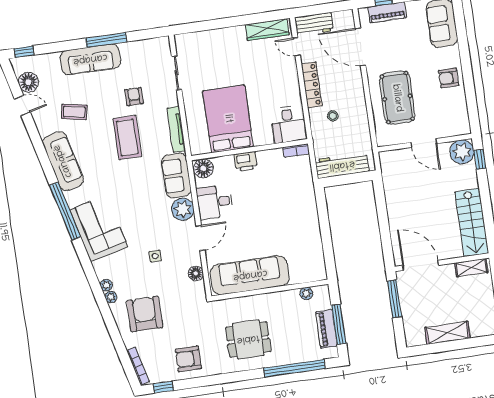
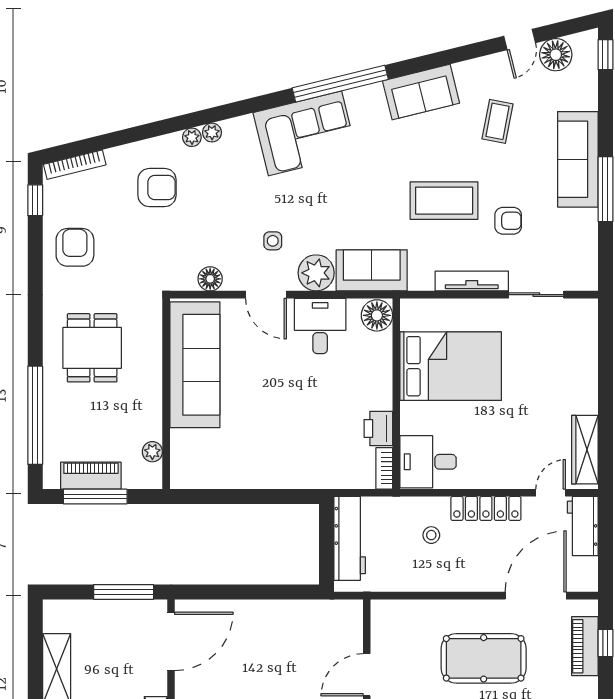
pool table: (397, 98) -> (484, 658), moved
tv unit: (176, 129) -> (472, 281), moved
sofa: (63, 161) -> (421, 92), width x0.73
printer: (246, 161) -> (378, 428), moved
side table: (155, 256) -> (273, 241), moved
armchair: (145, 314) -> (157, 188), width x0.73, depth x0.73

